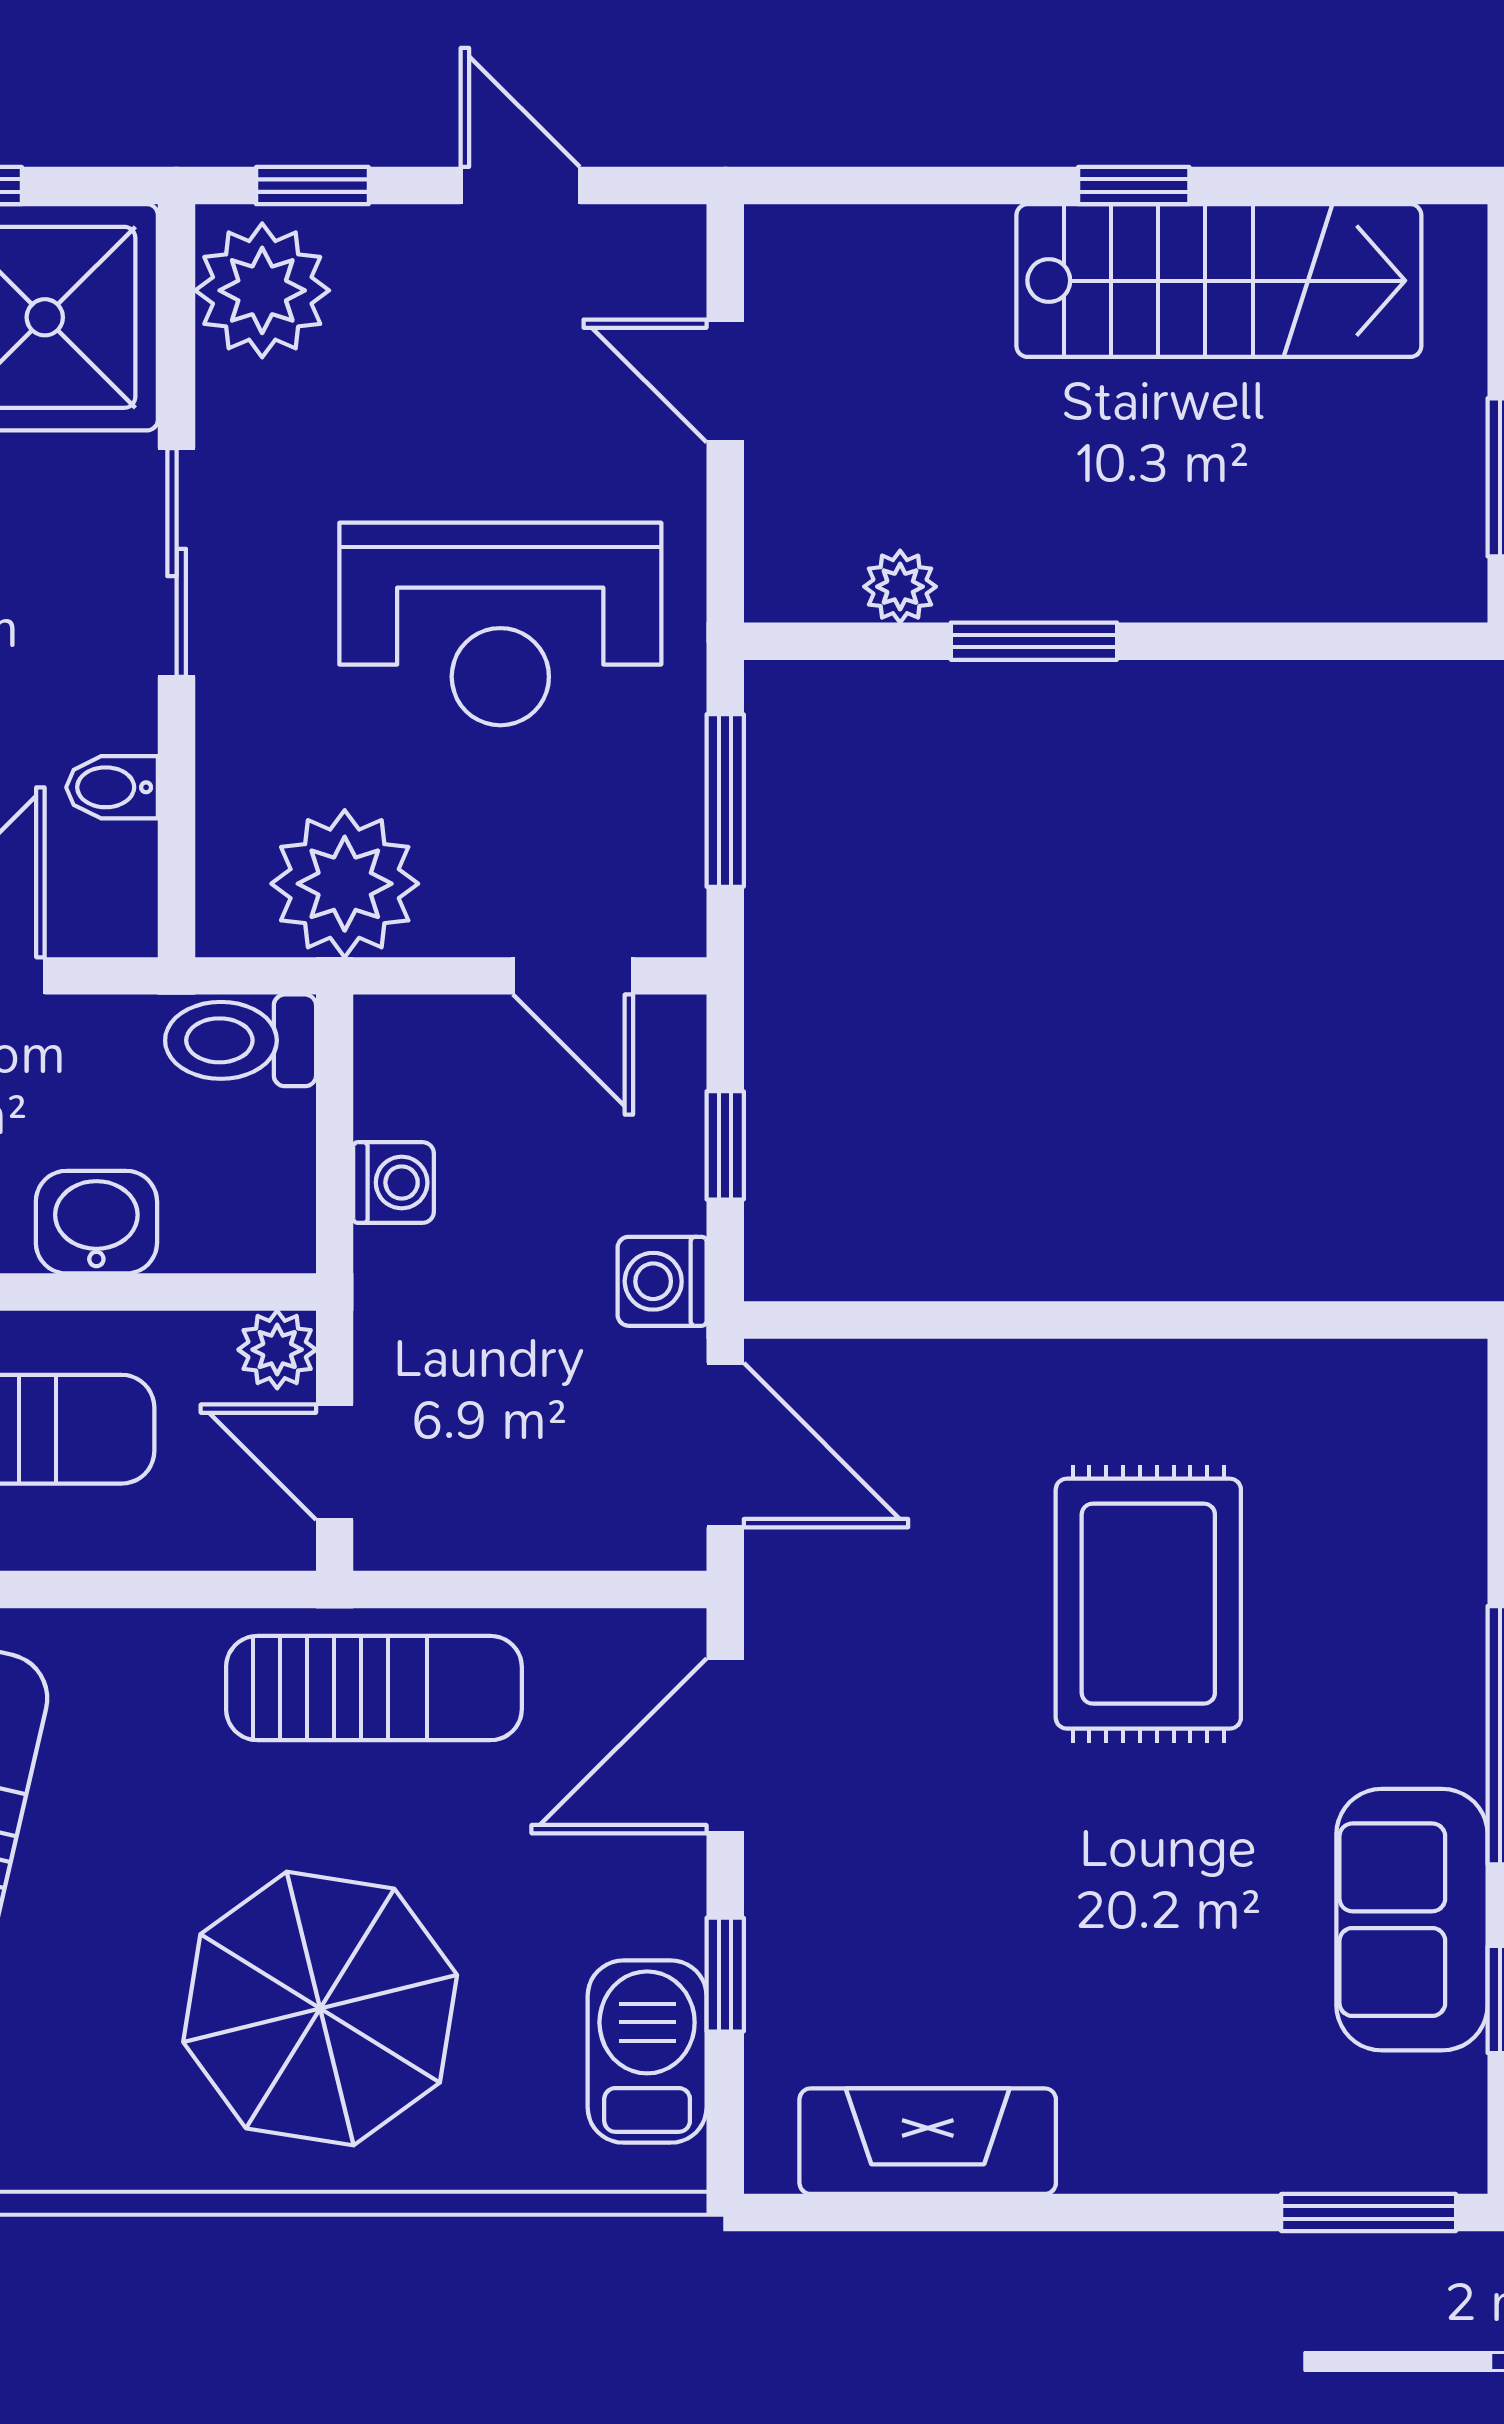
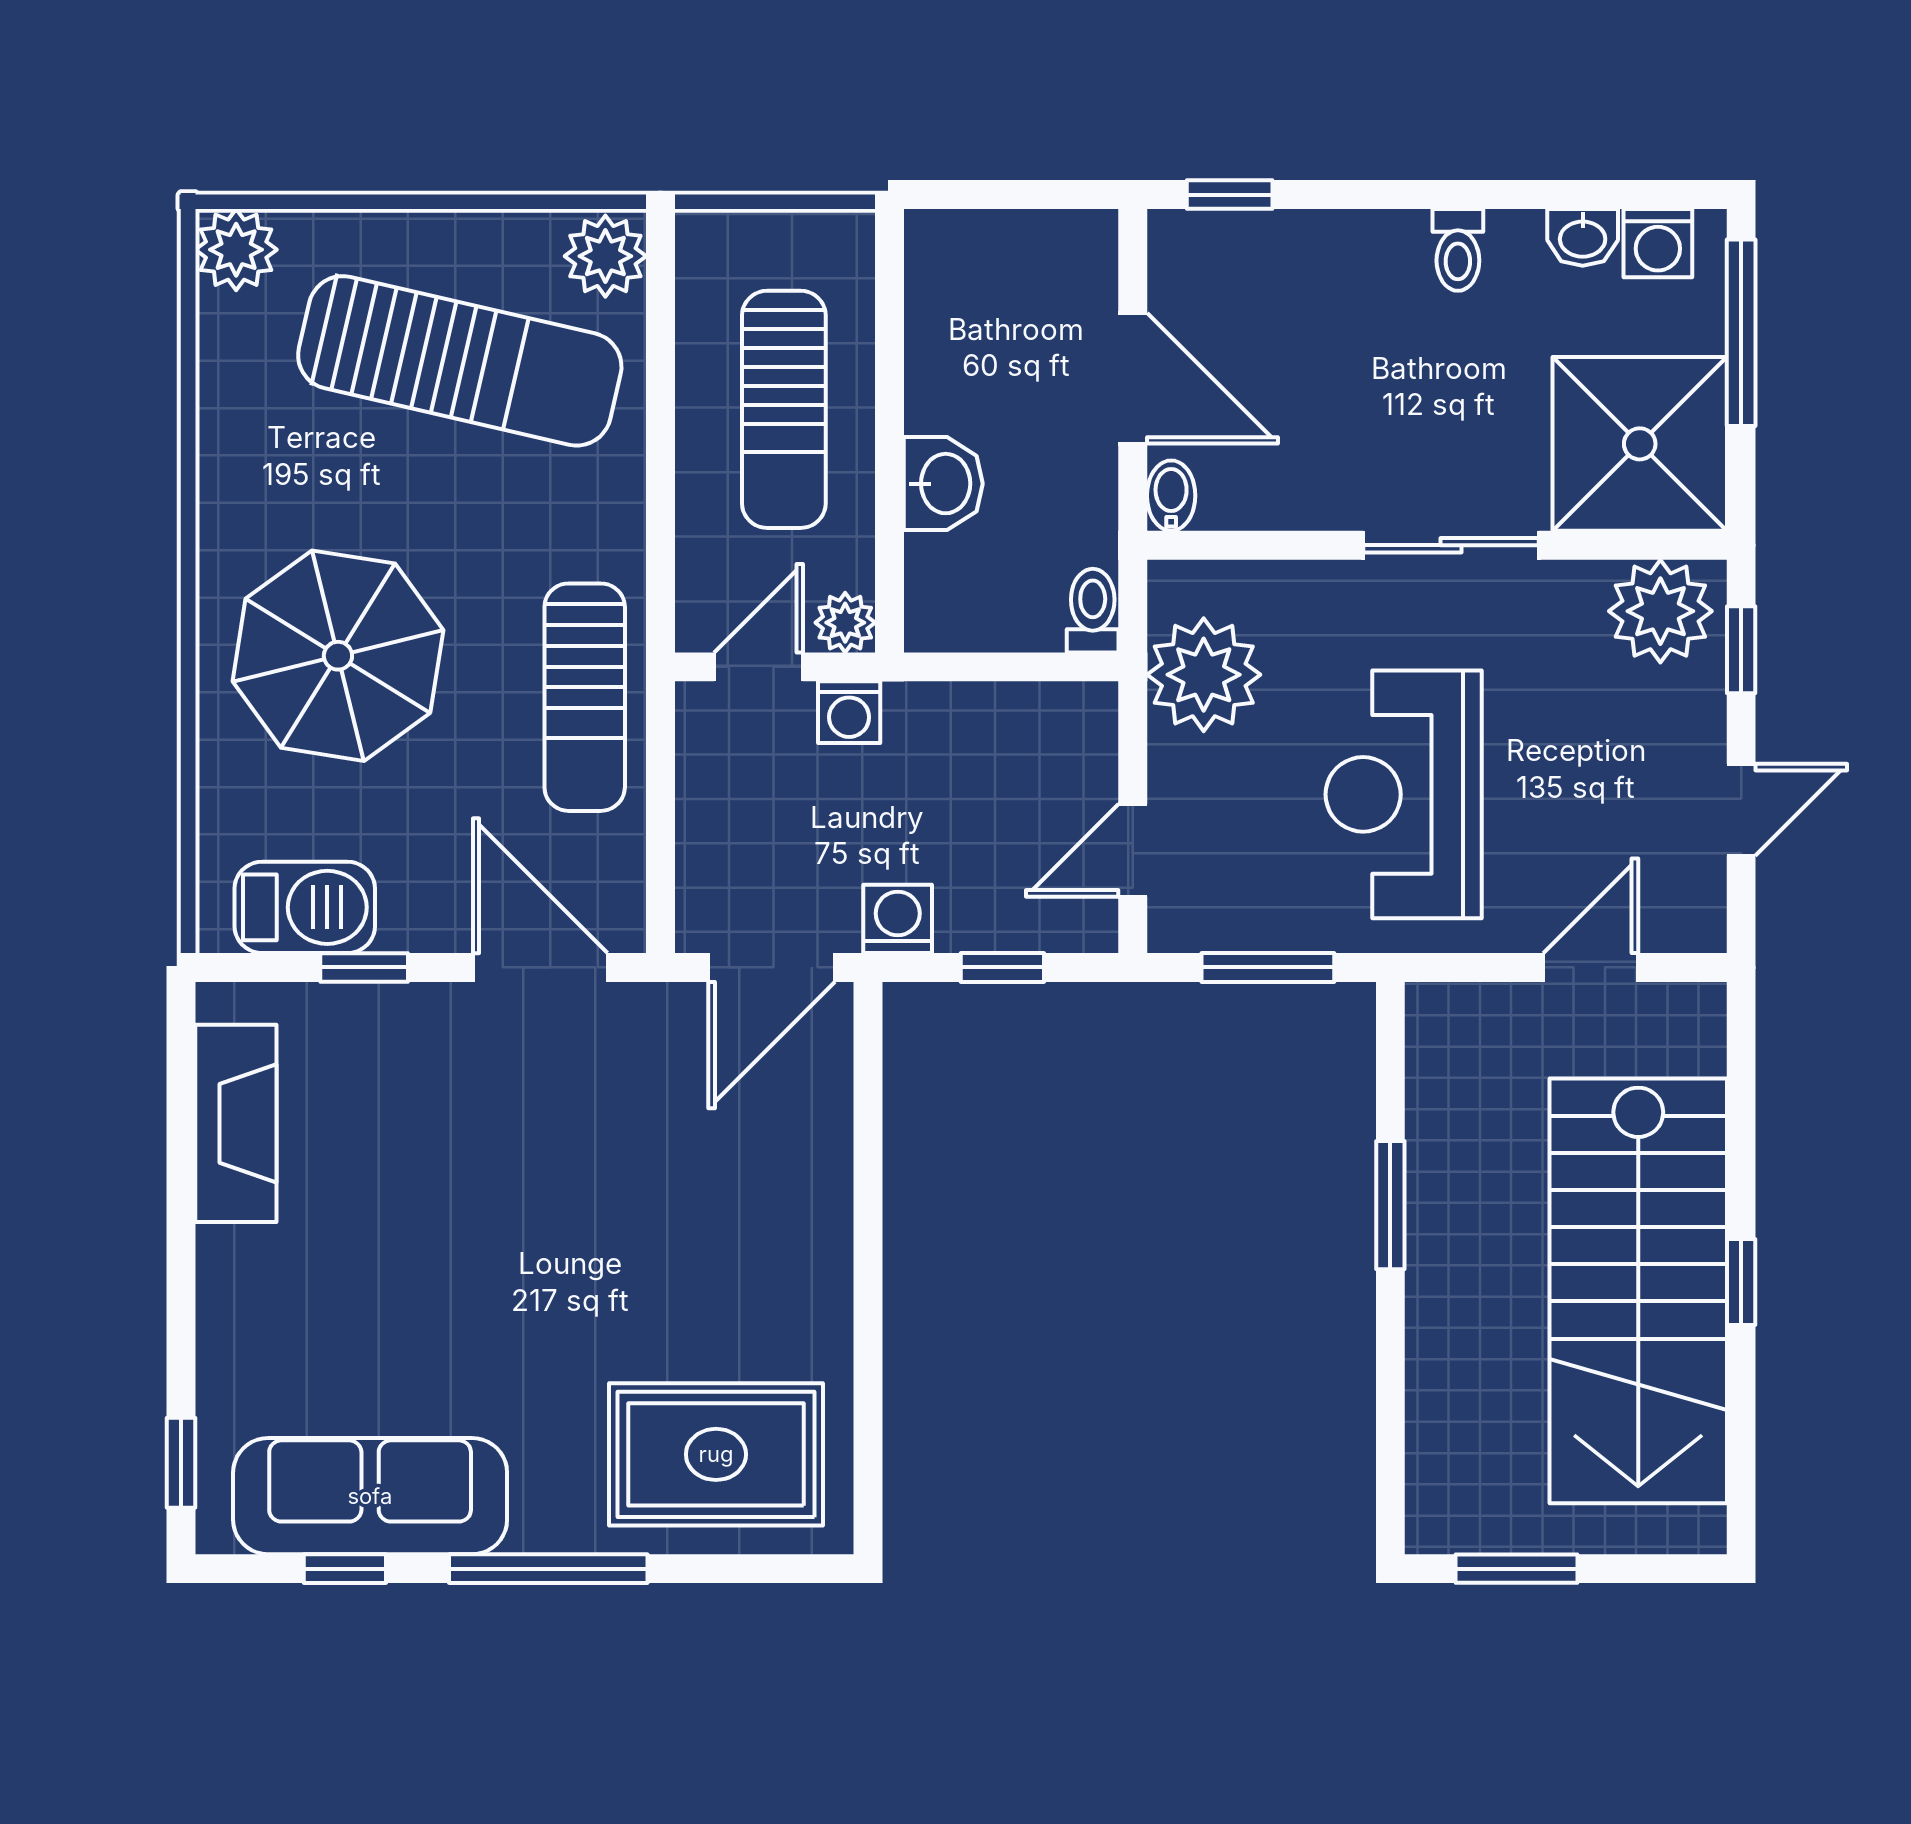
stairs: (1219, 281) -> (1638, 1291), width x1.36, depth x1.51
plant: (900, 587) -> (1432, 1102), removed
bidet: (112, 787) -> (1171, 496), moved
toilet: (241, 1040) -> (1093, 611), width x0.73, depth x0.72
washing machine: (394, 1183) -> (849, 712), moved
rug: (1148, 1604) -> (716, 1454), moved
sofa: (1412, 1920) -> (370, 1496), width x1.36
window: (1369, 2213) -> (181, 1463), width x0.67

